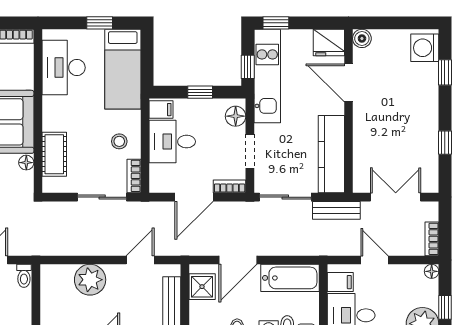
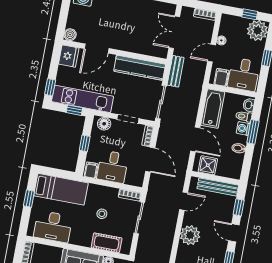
stool: (119, 141) -> (102, 214), moved
door: (140, 260) -> (184, 201), swing flipped
floor lamp: (432, 271) -> (221, 40), moved

